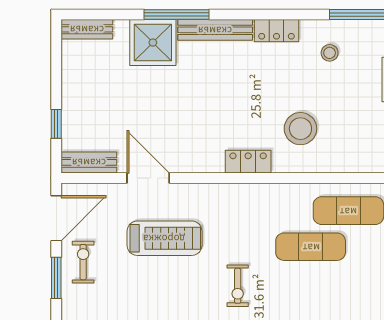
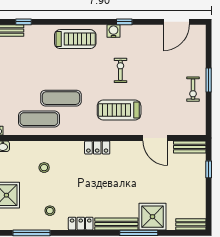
stool: (300, 129) -> (44, 168), moved, width x0.53, depth x0.53
door: (56, 218) -> (209, 115), removed
treadmill: (164, 238) -> (119, 110), moved
exercise bike: (238, 286) -> (120, 70), moved

